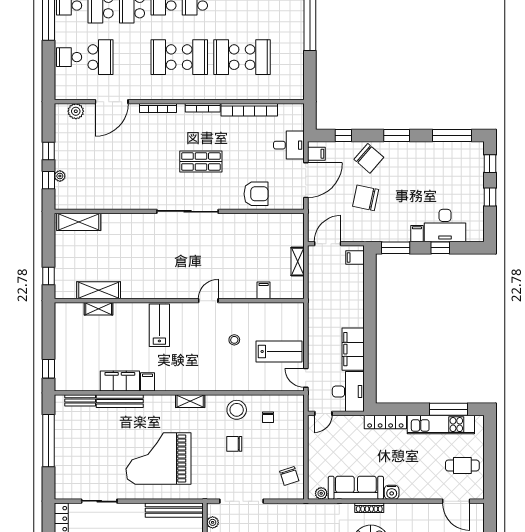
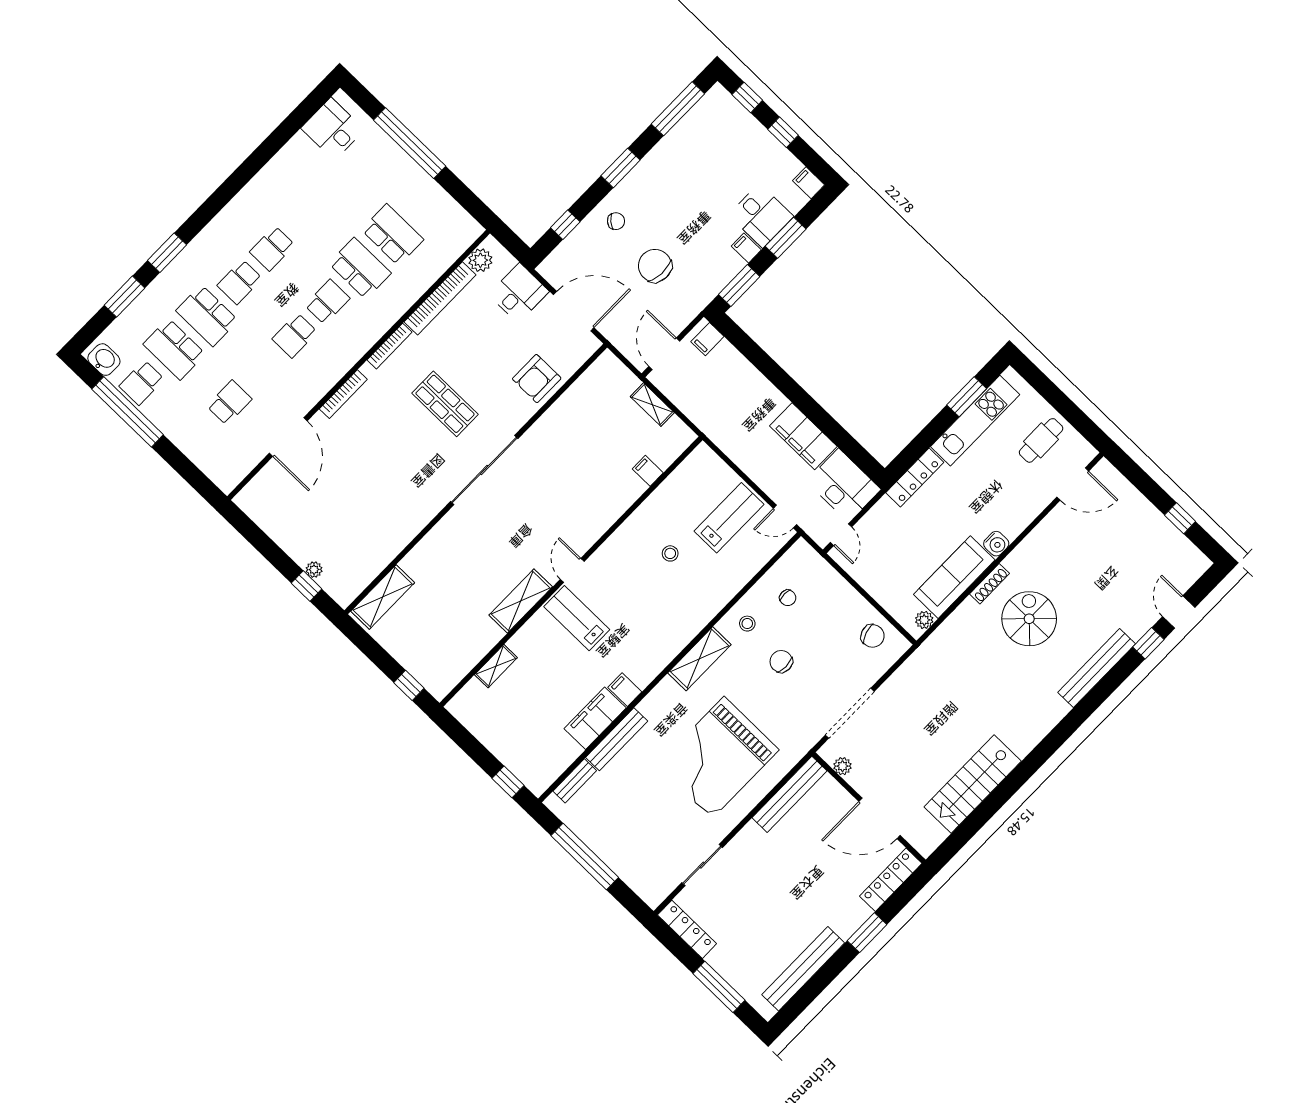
school desk: (69, 57) -> (197, 436), removed
school desk: (101, 57) -> (229, 403), width x0.54
school desk: (163, 57) -> (295, 335), width x0.54
school desk: (195, 57) -> (327, 302), width x0.54
school desk: (226, 57) -> (360, 268), turned 180
plant: (76, 111) -> (480, 260), moved
window: (48, 151) -> (276, 556), removed
filing cabinet: (316, 154) -> (809, 183), moved, turned -90
chair: (369, 158) -> (616, 221), width x0.54, depth x0.54
shop shelf: (201, 161) -> (445, 404), turned 90
door: (306, 180) -> (574, 311), hinge flipped
armchair: (256, 194) -> (537, 379), turned 180
chair: (366, 198) -> (655, 266), turned 81
desk: (445, 226) -> (761, 216), width x0.73
window: (440, 248) -> (786, 238), width x1.50
shelving: (99, 290) -> (521, 601), moved
door: (208, 301) -> (572, 570), moved
shelving: (190, 401) -> (699, 659), width x1.50, depth x1.33
window: (448, 409) -> (967, 397), width x0.69
stool: (237, 410) -> (747, 624), width x0.53, depth x0.53
chair: (234, 444) -> (781, 661), turned 90

